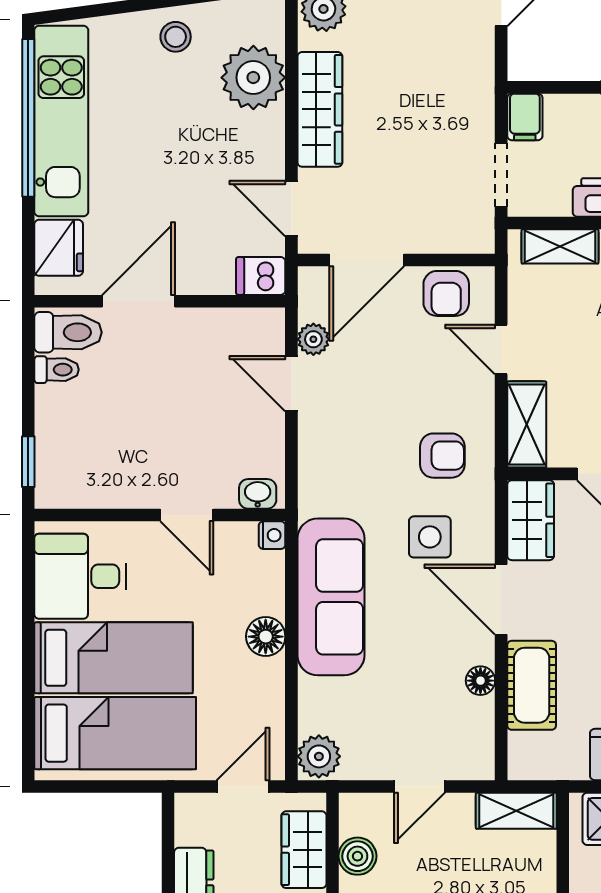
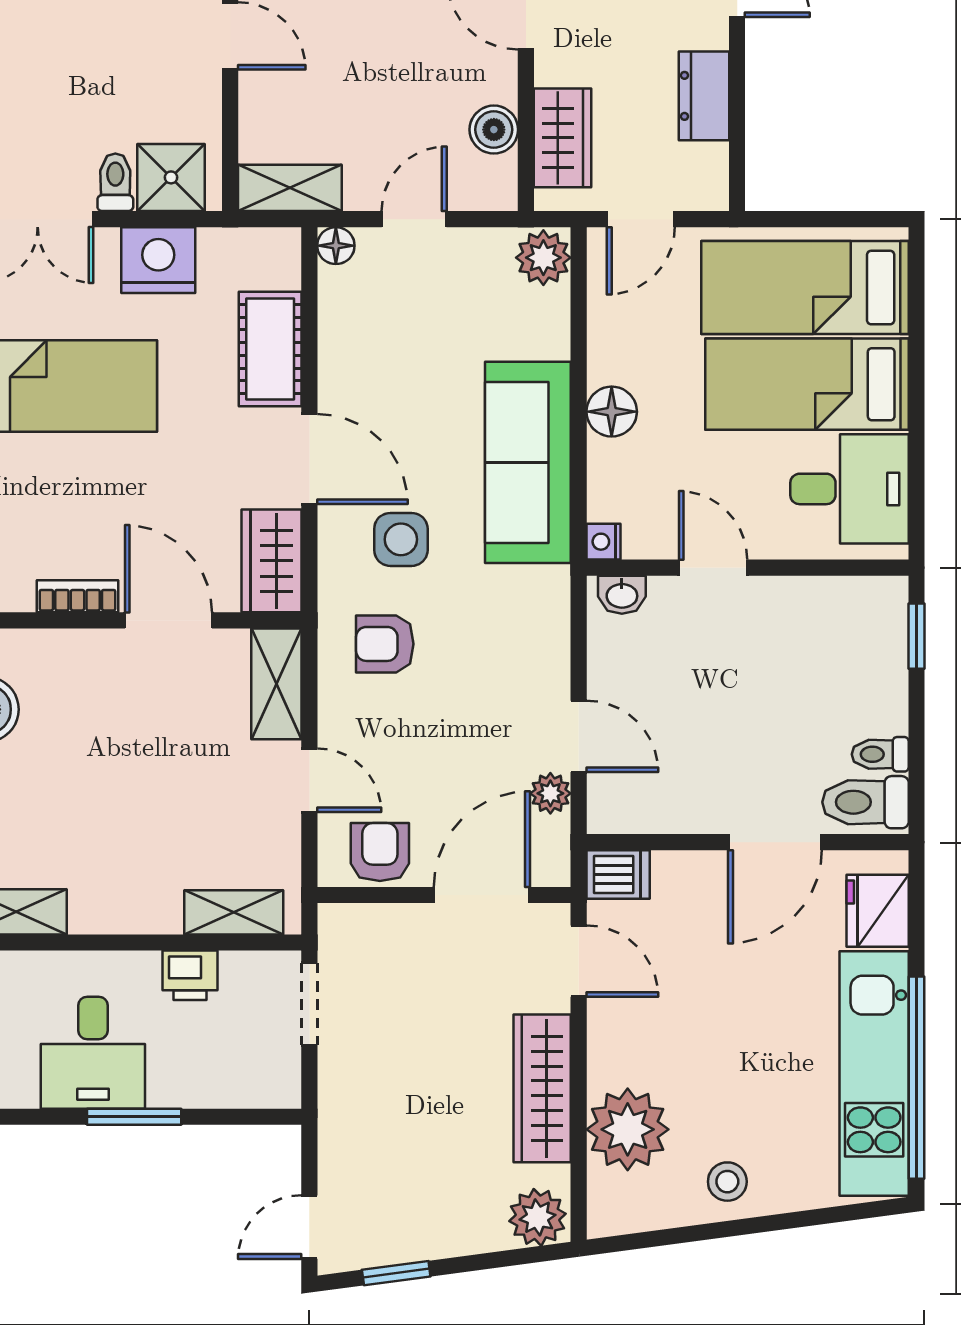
filing cabinet: (525, 117) -> (279, 1079), removed
floor lamp: (480, 681) -> (336, 246), moved

